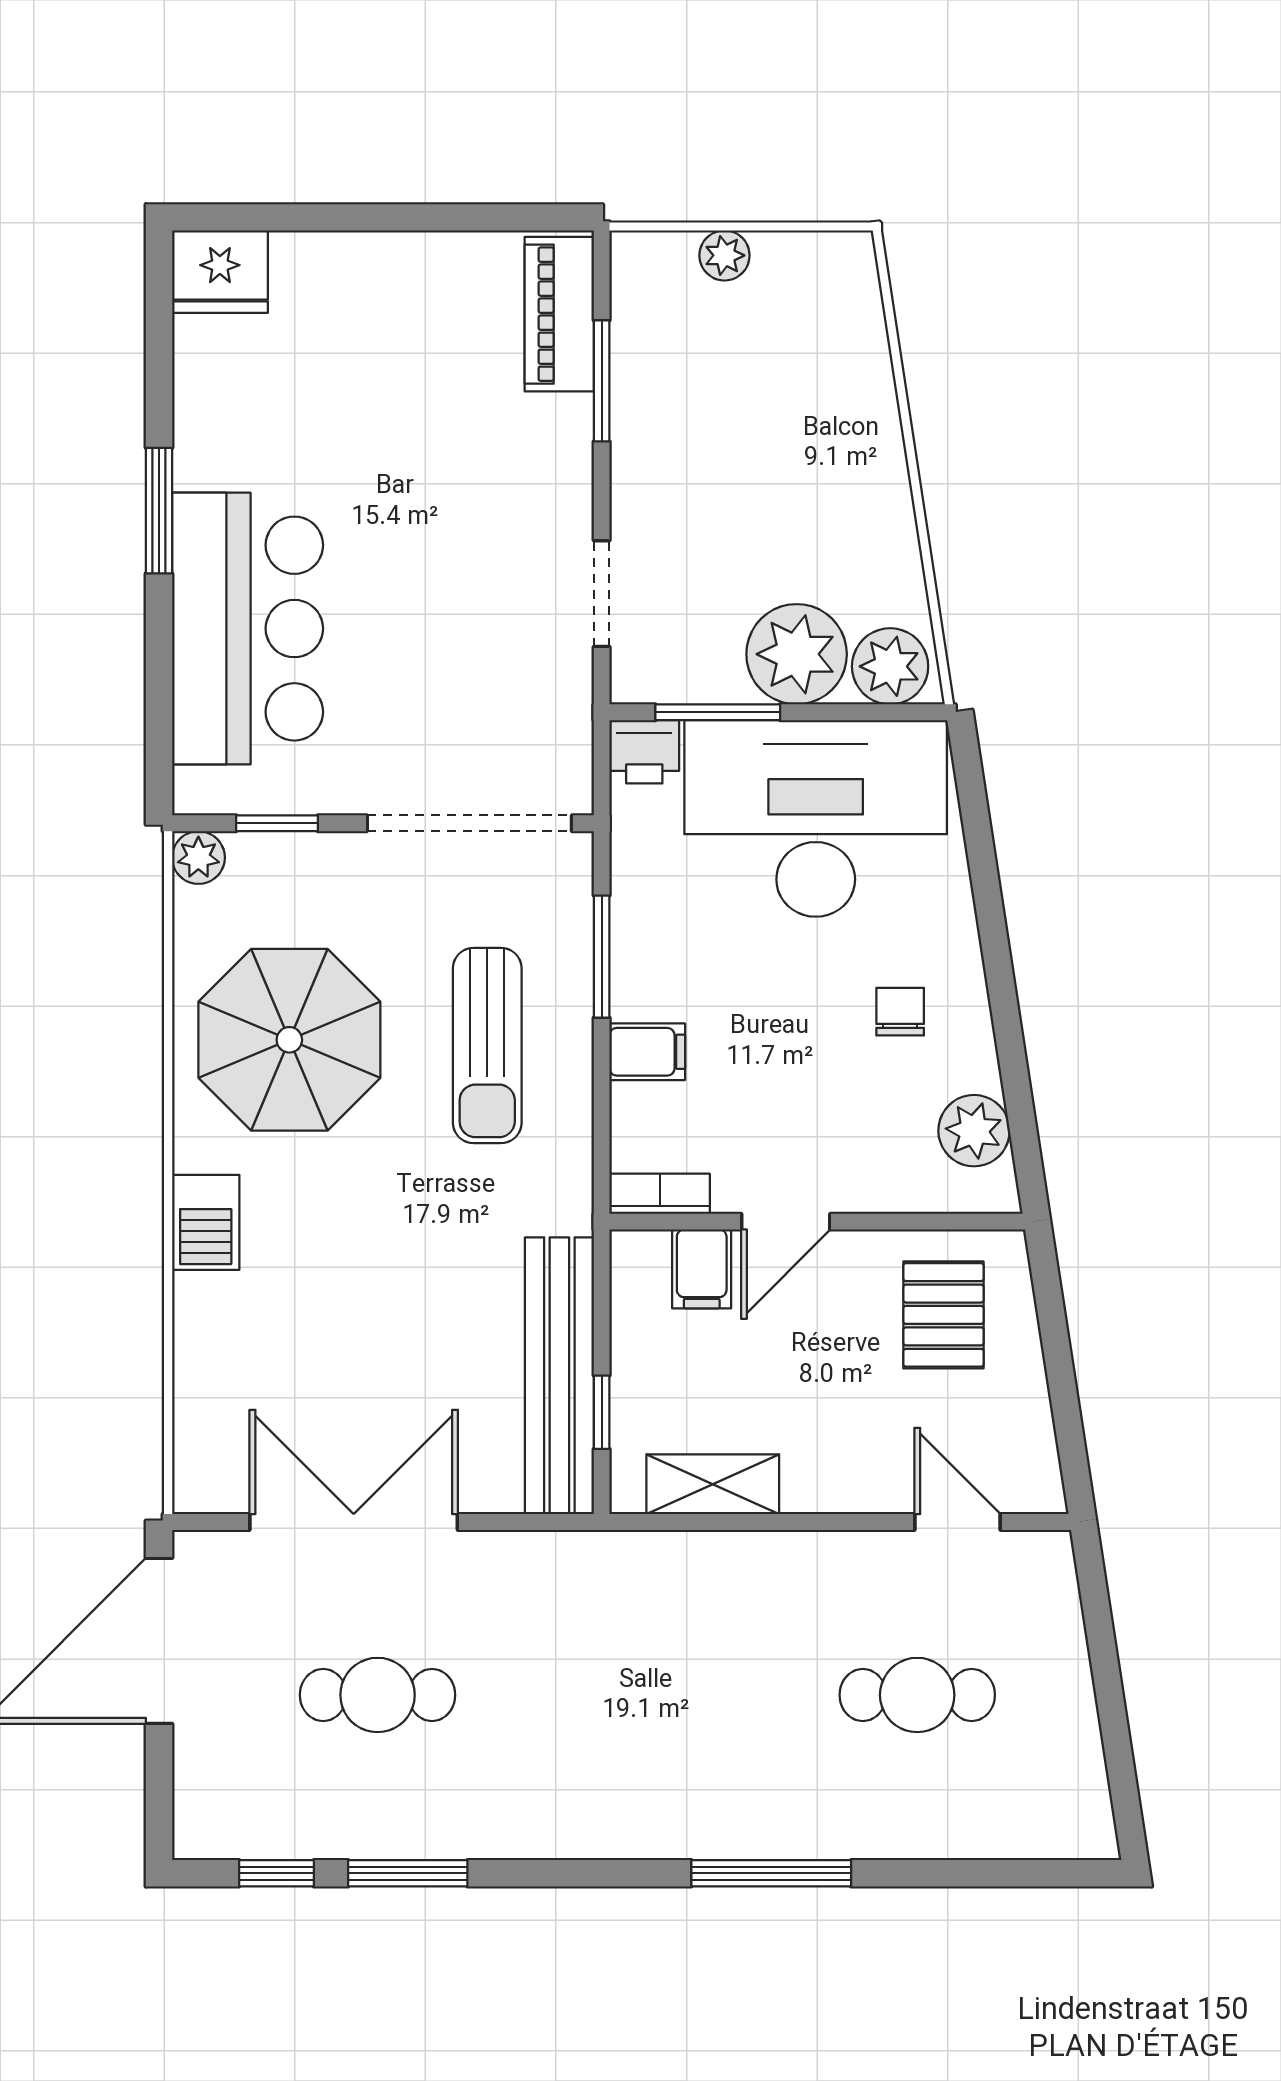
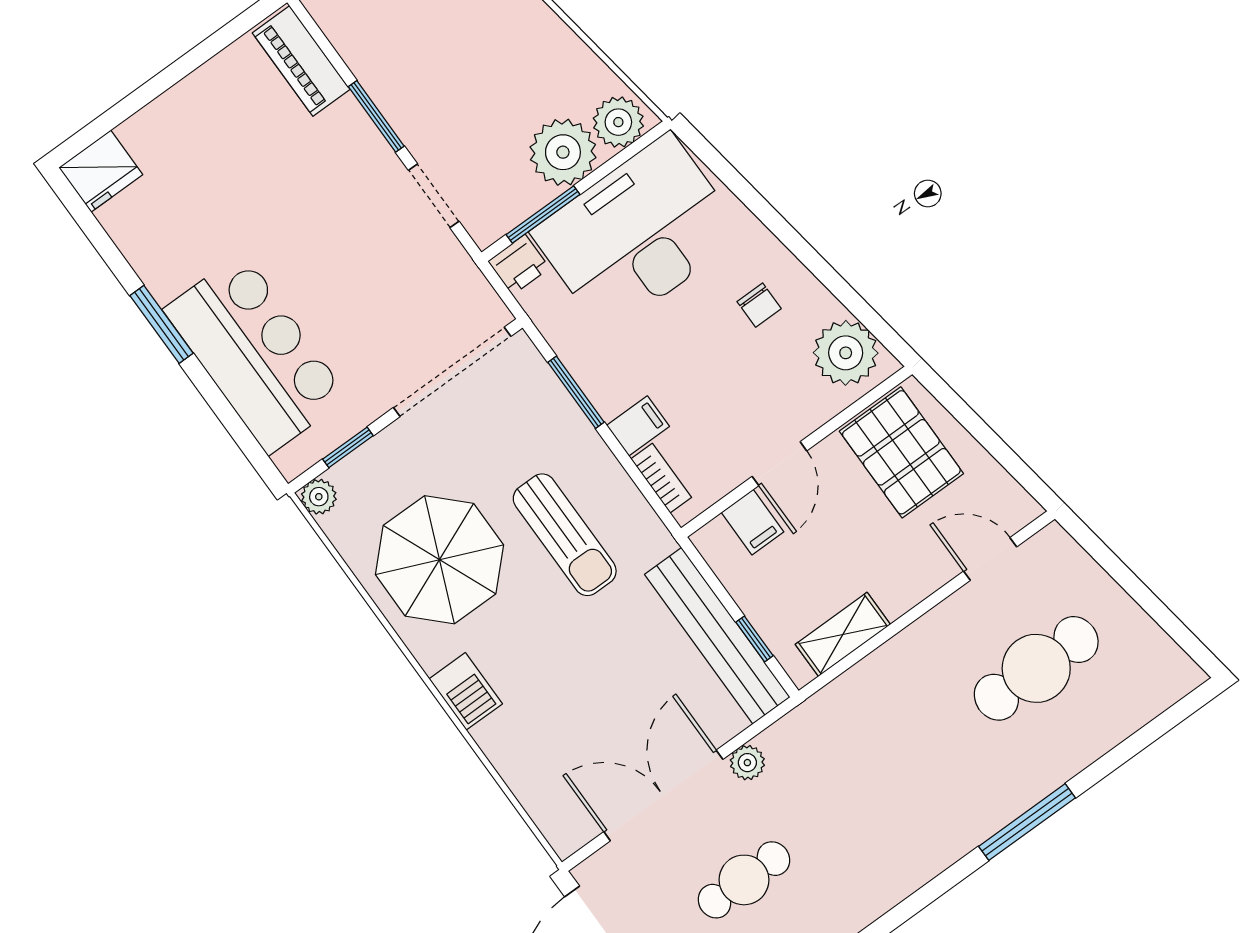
window: (602, 381) -> (376, 116), moved
chair: (900, 1012) -> (759, 305), turned 180
sun lounger: (487, 1045) -> (565, 535), moved
plant: (974, 1131) -> (846, 353), width x1.36, depth x1.36
bookcase: (660, 1194) -> (661, 478), moved, turned 90
pallet: (943, 1315) -> (901, 452), width x1.50, depth x1.42
plant: (485, 1556) -> (747, 763), added
cafe table: (917, 1695) -> (1036, 668), width x1.37, depth x1.35

